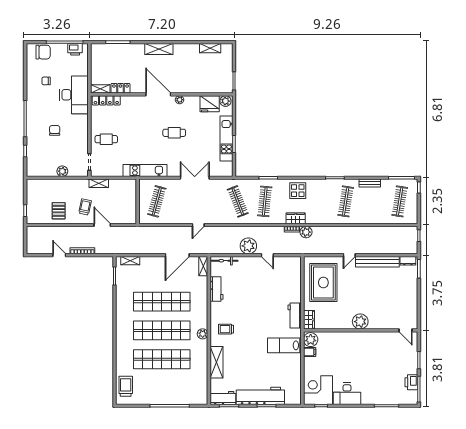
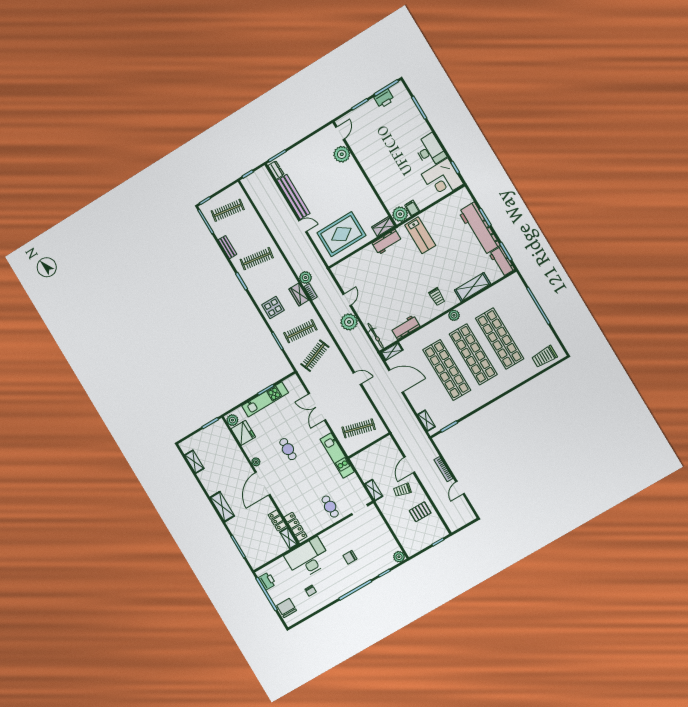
plant: (62, 171) -> (399, 557), moved
plant: (360, 322) -> (342, 154), moved

